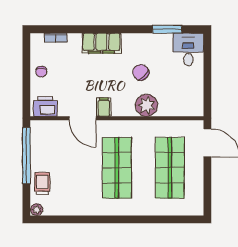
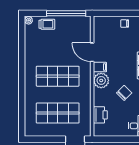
plant: (147, 105) -> (101, 80), moved
printer: (45, 107) -> (100, 115), moved
door: (82, 118) -> (92, 52), hinge flipped

